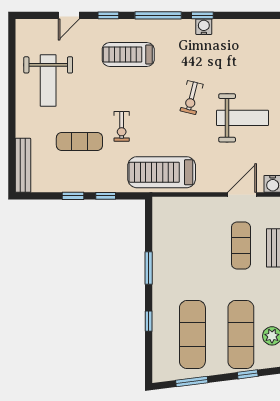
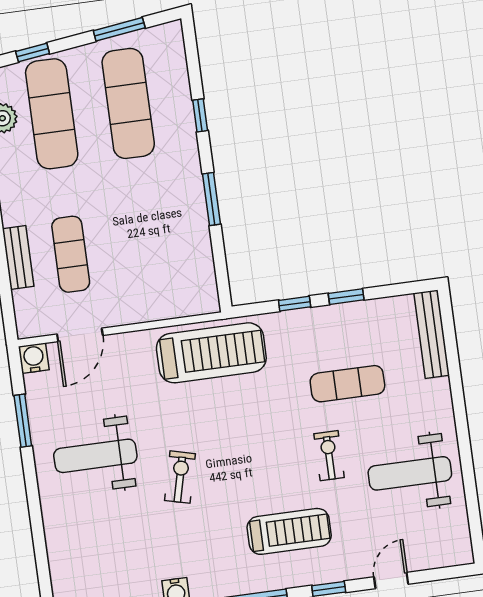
weight bench: (48, 80) -> (410, 473), turned -90
exercise bike: (122, 126) -> (329, 456), moved

